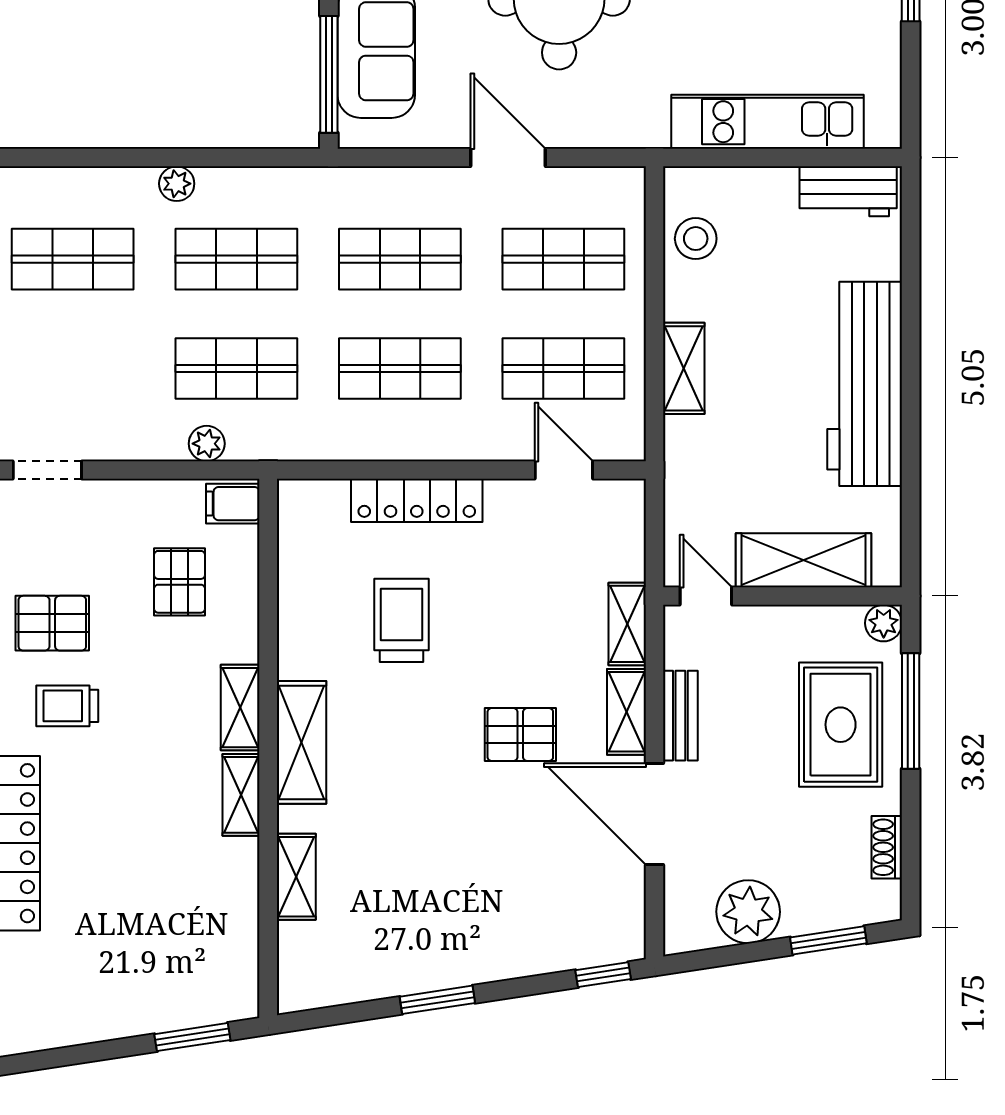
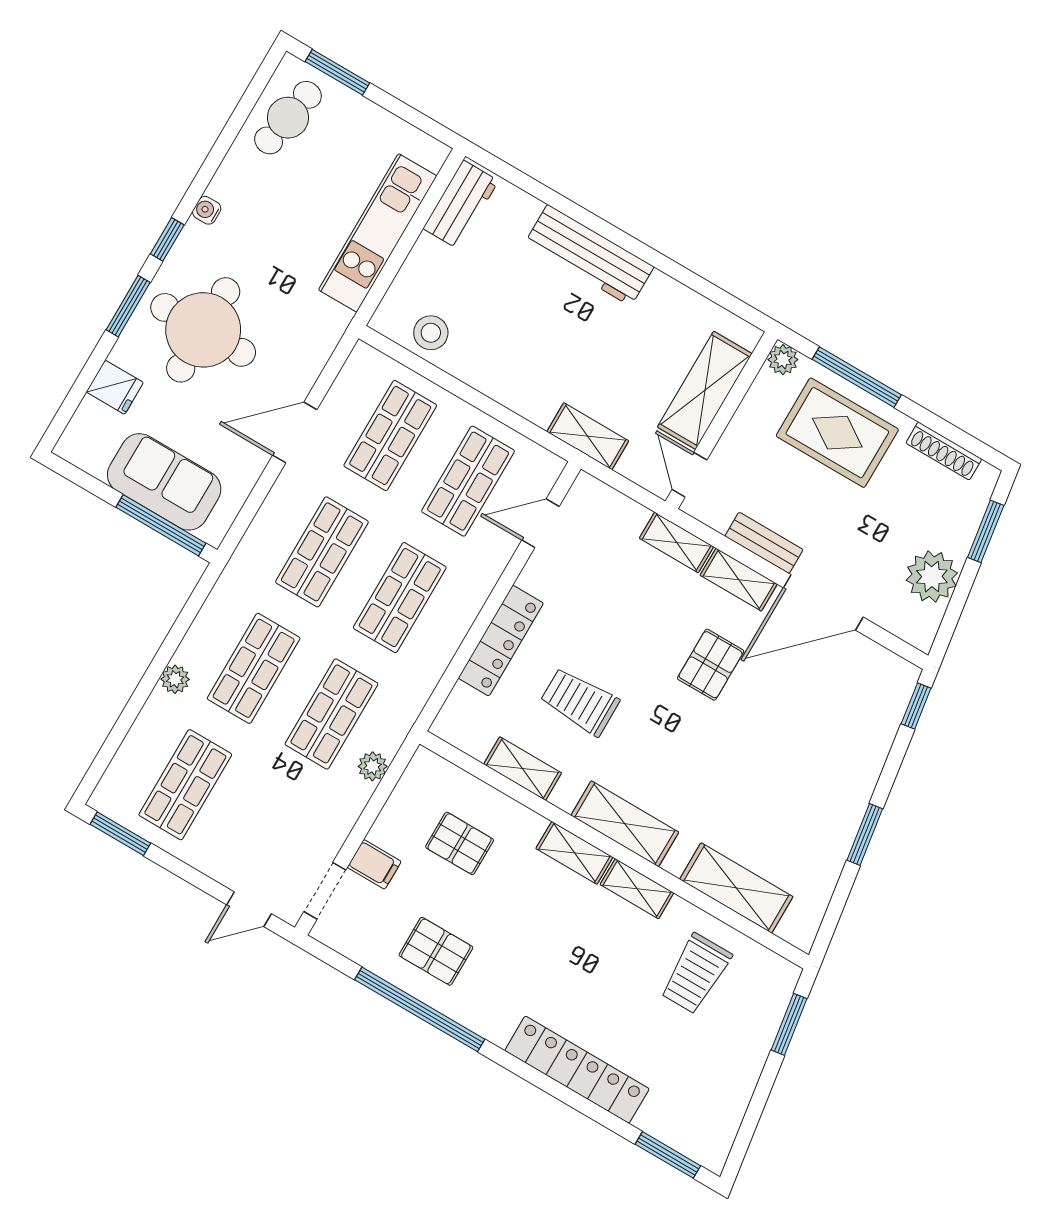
shelving: (684, 368) -> (588, 436), moved
workbench: (865, 384) -> (589, 255), width x0.73, depth x0.76
filing cabinet: (233, 504) -> (374, 864), moved, turned -90
door: (706, 596) -> (689, 475), hinge flipped
shelving: (296, 602) -> (523, 769), added
pallet: (52, 623) -> (436, 951), turned 90
trolley: (67, 706) -> (696, 974), moved, width x1.36, depth x1.39
shoe rack: (887, 847) -> (944, 451), width x1.43
shelving: (296, 877) -> (736, 888), width x1.50, depth x1.33

